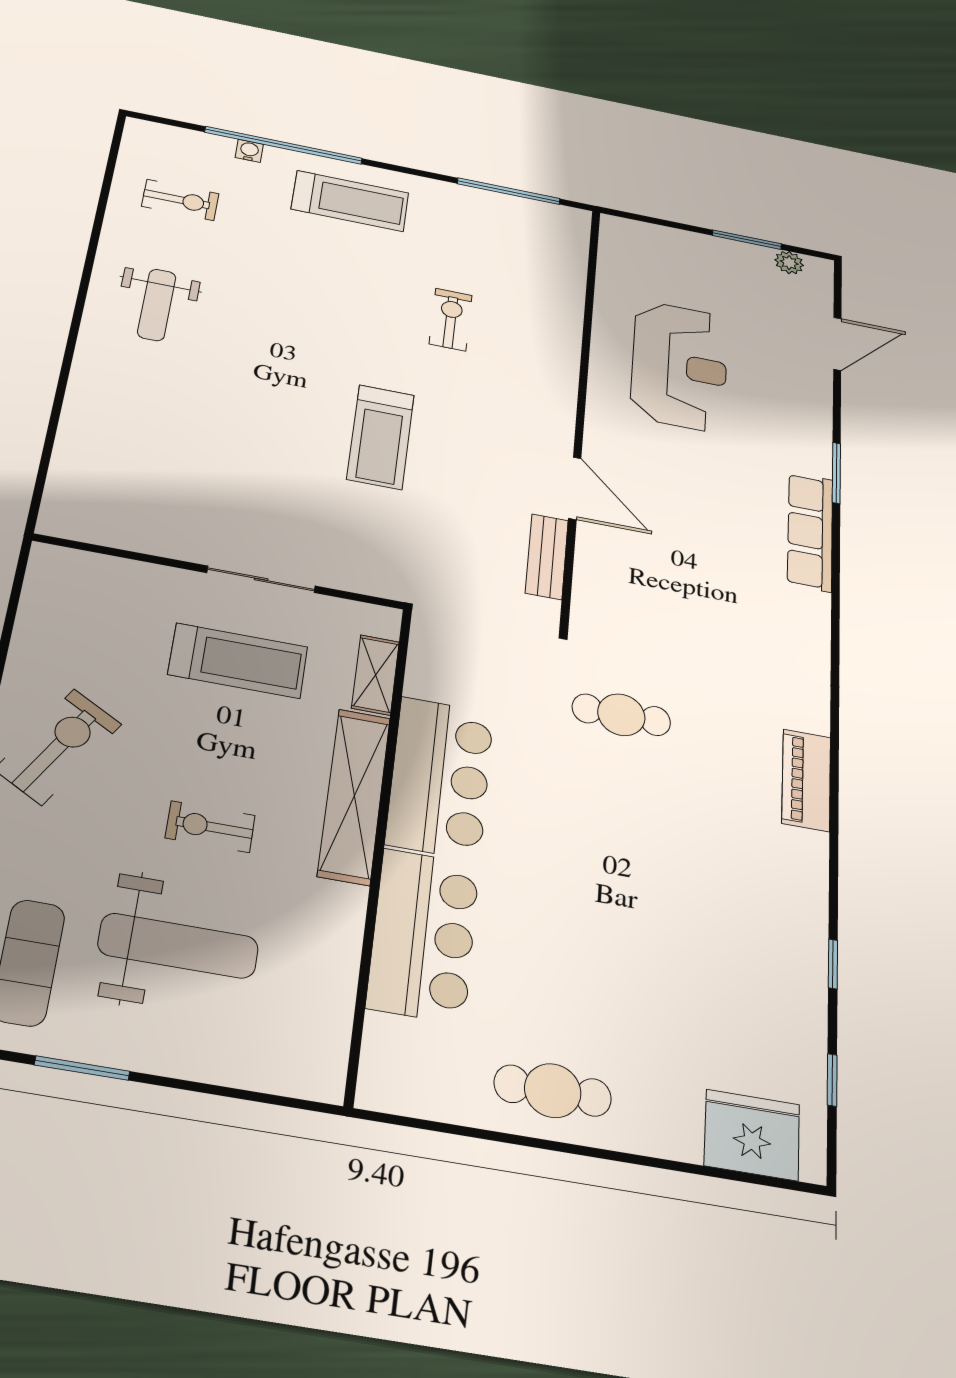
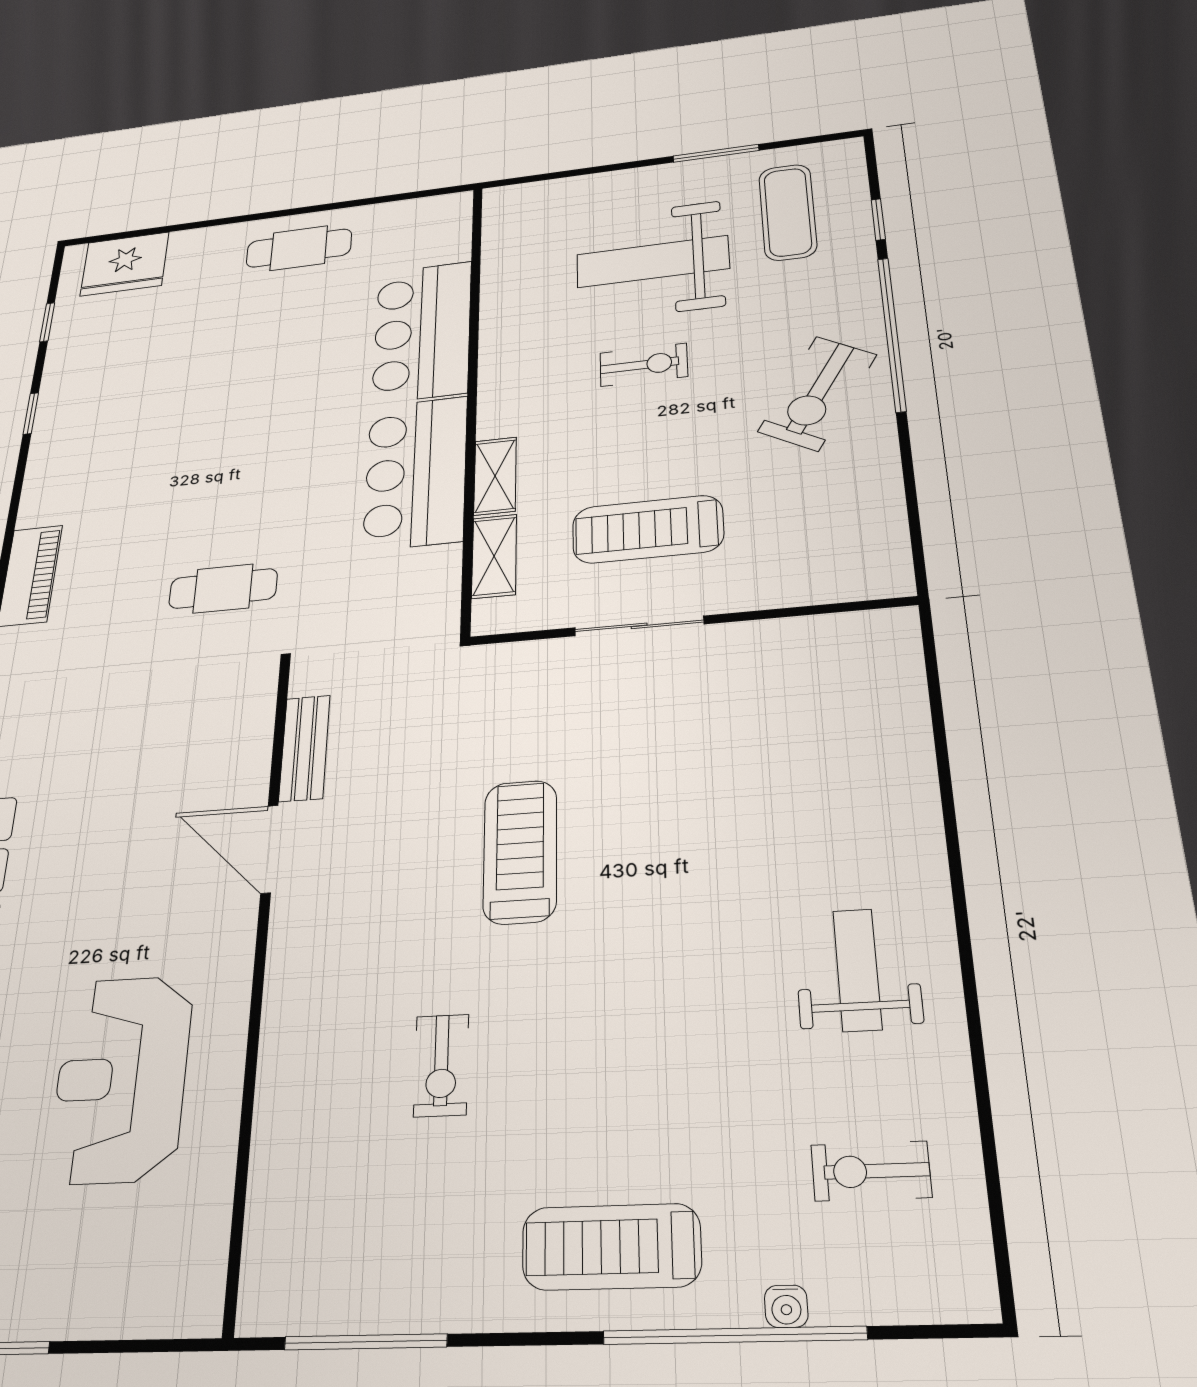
shelving: (354, 796) -> (495, 476), width x0.45, depth x0.75

